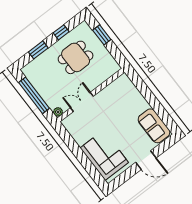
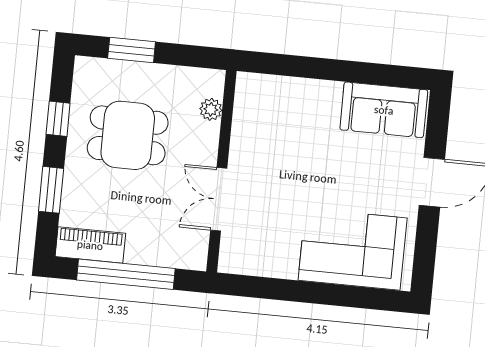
dining table: (76, 57) -> (128, 135), turned 90
piano: (33, 77) -> (90, 245), added
plant: (58, 112) -> (211, 109), moved

